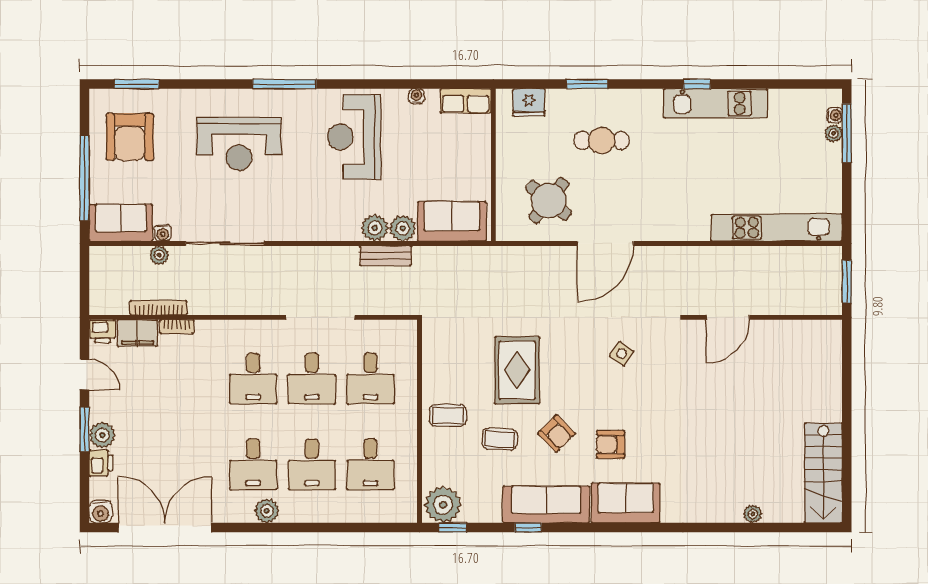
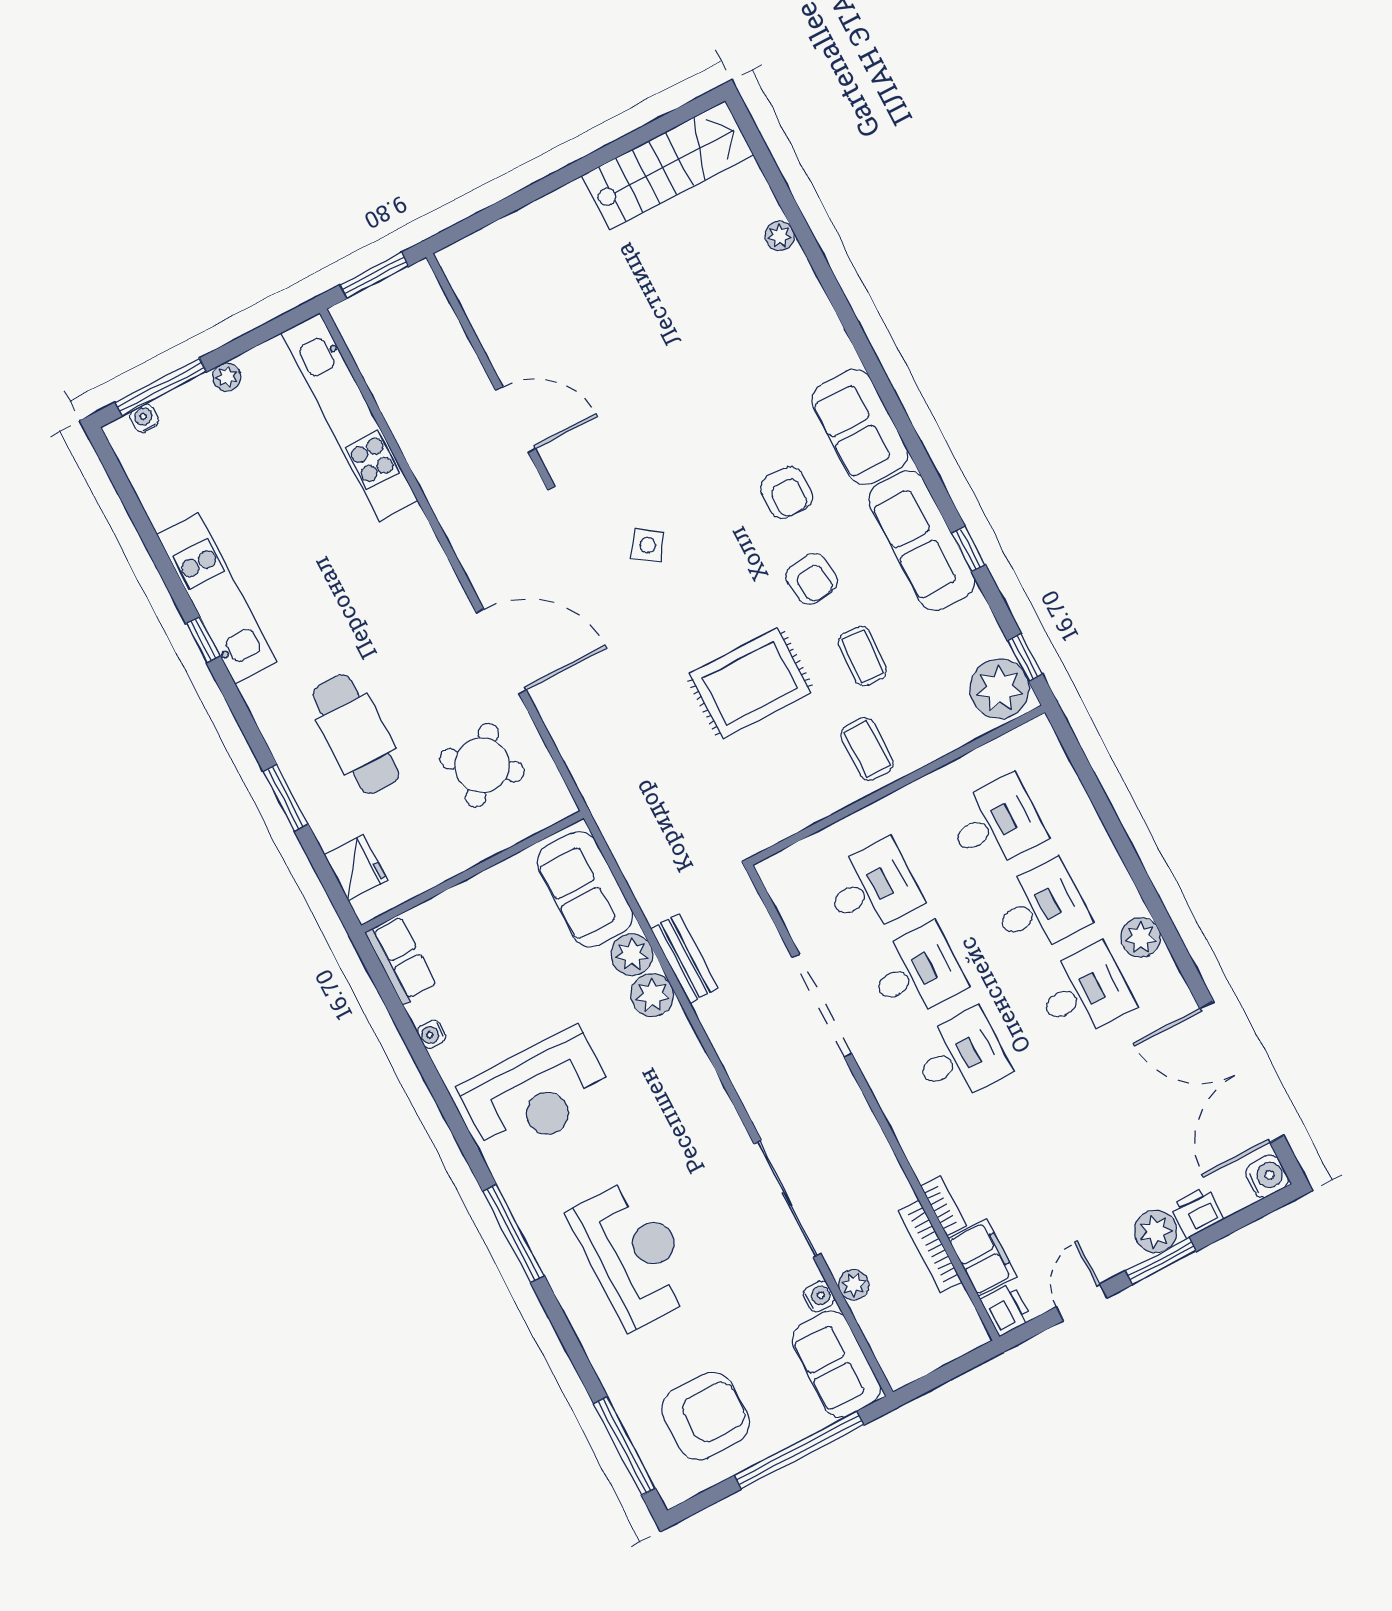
window: (137, 84) -> (624, 1446), width x1.44
plant: (834, 133) -> (227, 377), moved
cafe table: (602, 141) -> (356, 734), width x1.37, depth x1.35
armchair: (556, 434) -> (812, 579), turned 128

